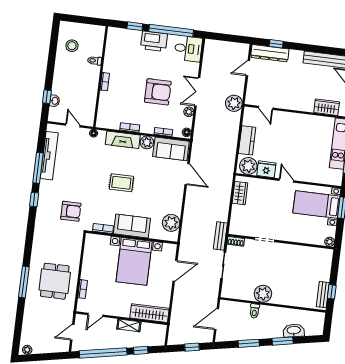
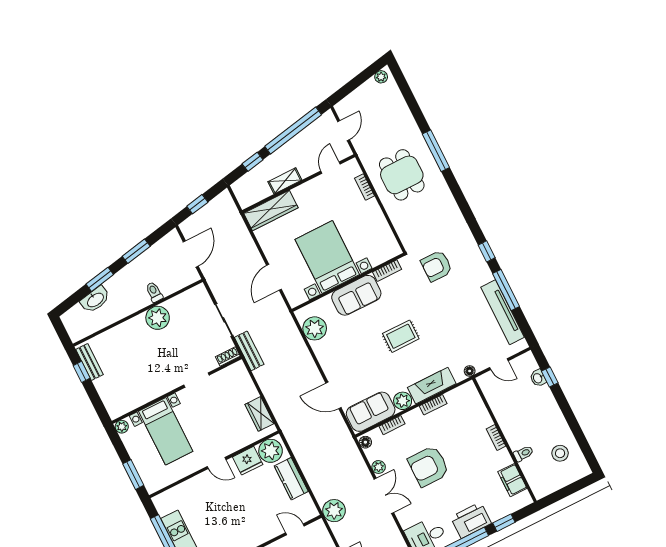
filing cabinet: (112, 49) -> (512, 480), added
bed with nightstands: (316, 205) -> (166, 431), moved, turned 90

